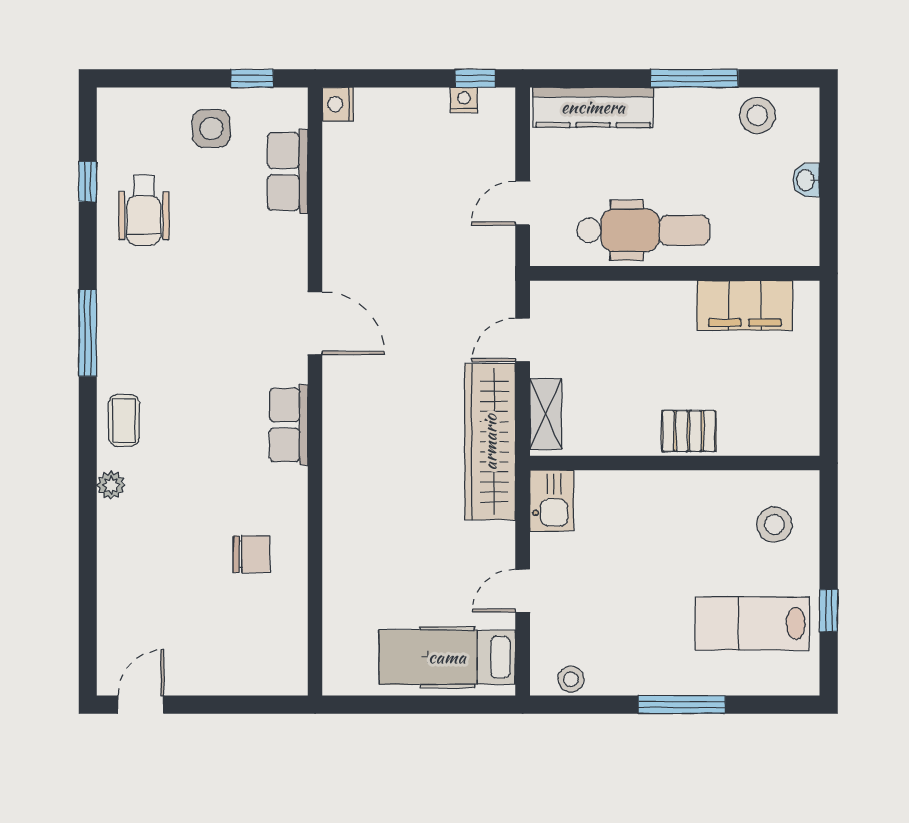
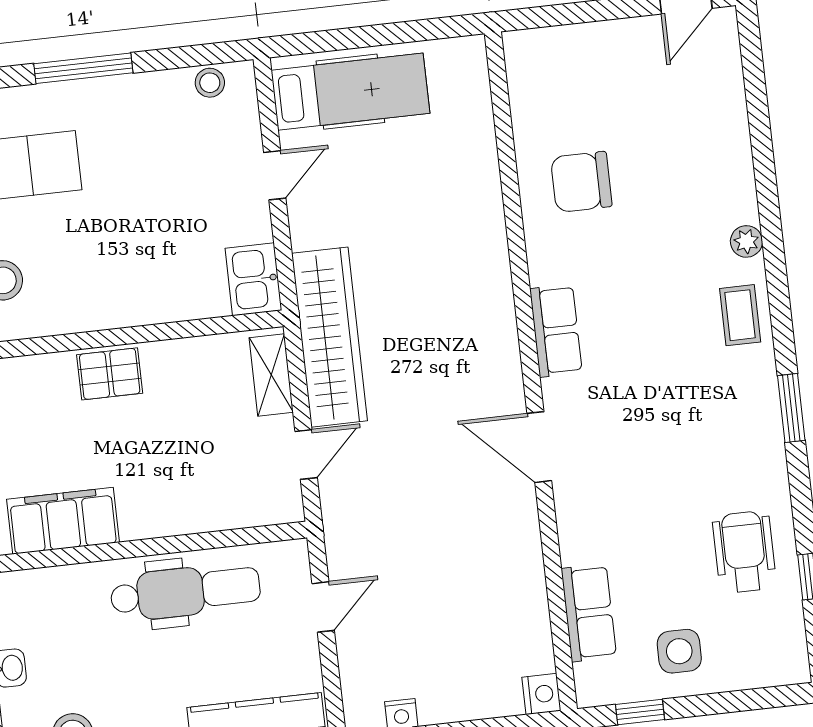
dental chair: (643, 230) -> (185, 592), turned 180
window: (88, 333) -> (791, 408), width x0.69
chair: (251, 554) -> (581, 182), width x1.37, depth x1.37

